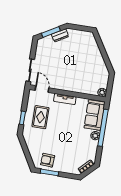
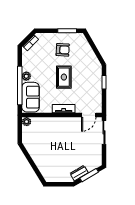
door: (42, 89) -> (89, 115), hinge flipped
rug: (40, 117) -> (64, 77), moved
armchair: (48, 160) -> (63, 50), moved

